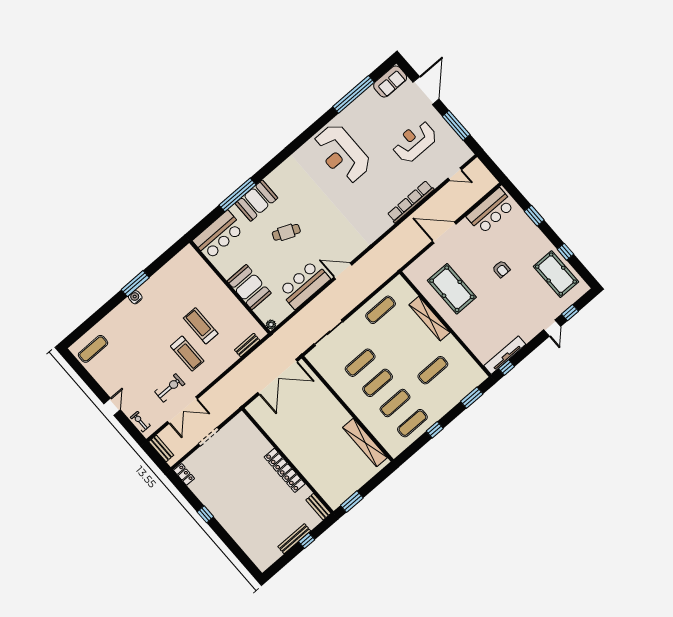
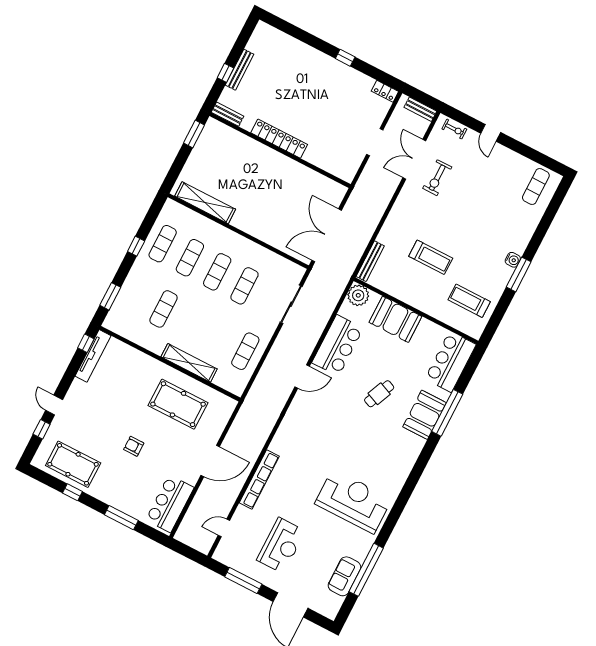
sofa: (390, 82) -> (344, 576), moved
window: (534, 216) -> (121, 518), width x1.44
plant: (271, 324) -> (358, 295), width x1.88, depth x1.88
bench: (247, 345) -> (370, 261), width x1.36
treadmill: (187, 354) -> (469, 301), moved

